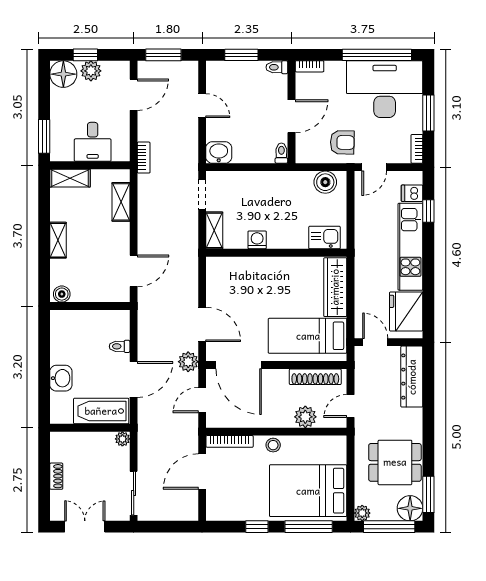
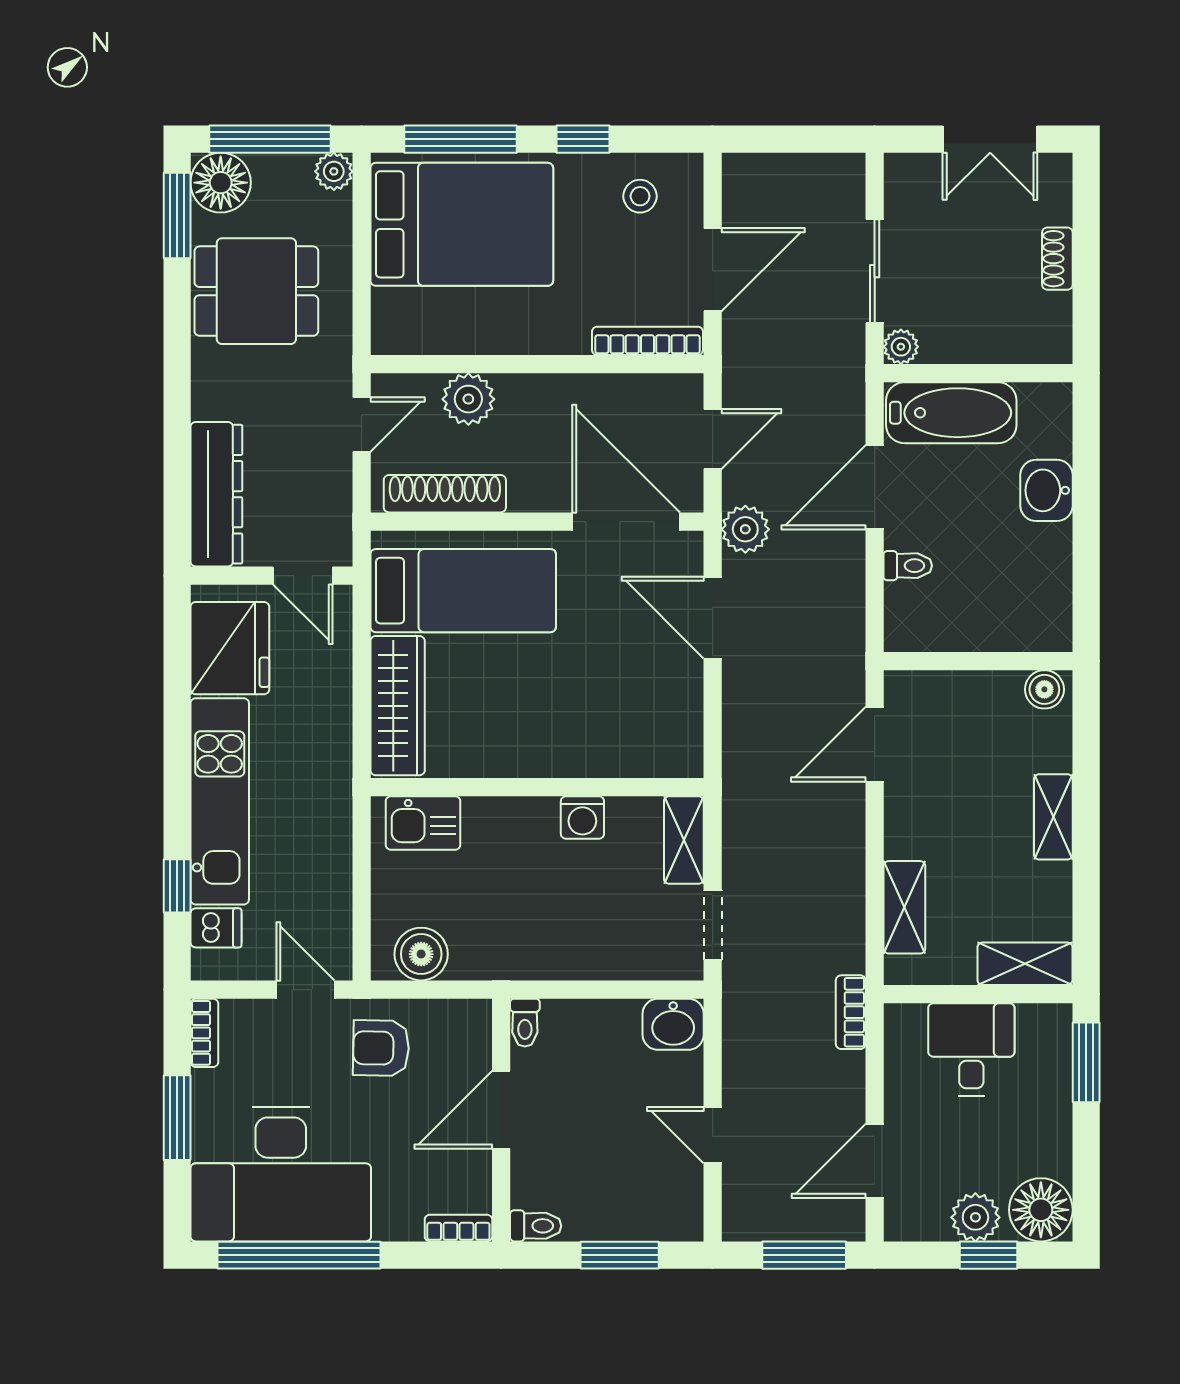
door: (374, 167) -> (305, 990), hinge flipped
stool: (273, 445) -> (640, 196), moved
sliding door: (134, 493) -> (875, 271), moved

